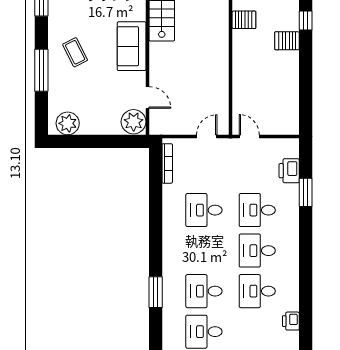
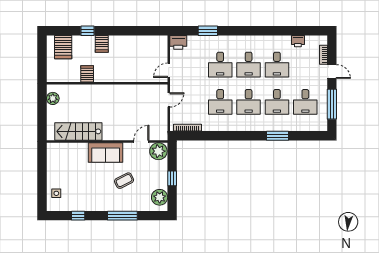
coffee table: (75, 52) -> (124, 181), moved
door: (207, 136) -> (169, 100), swing flipped
window: (95, 141) -> (172, 178), added
printer: (289, 171) -> (178, 42), moved
desk: (204, 251) -> (249, 102), added

